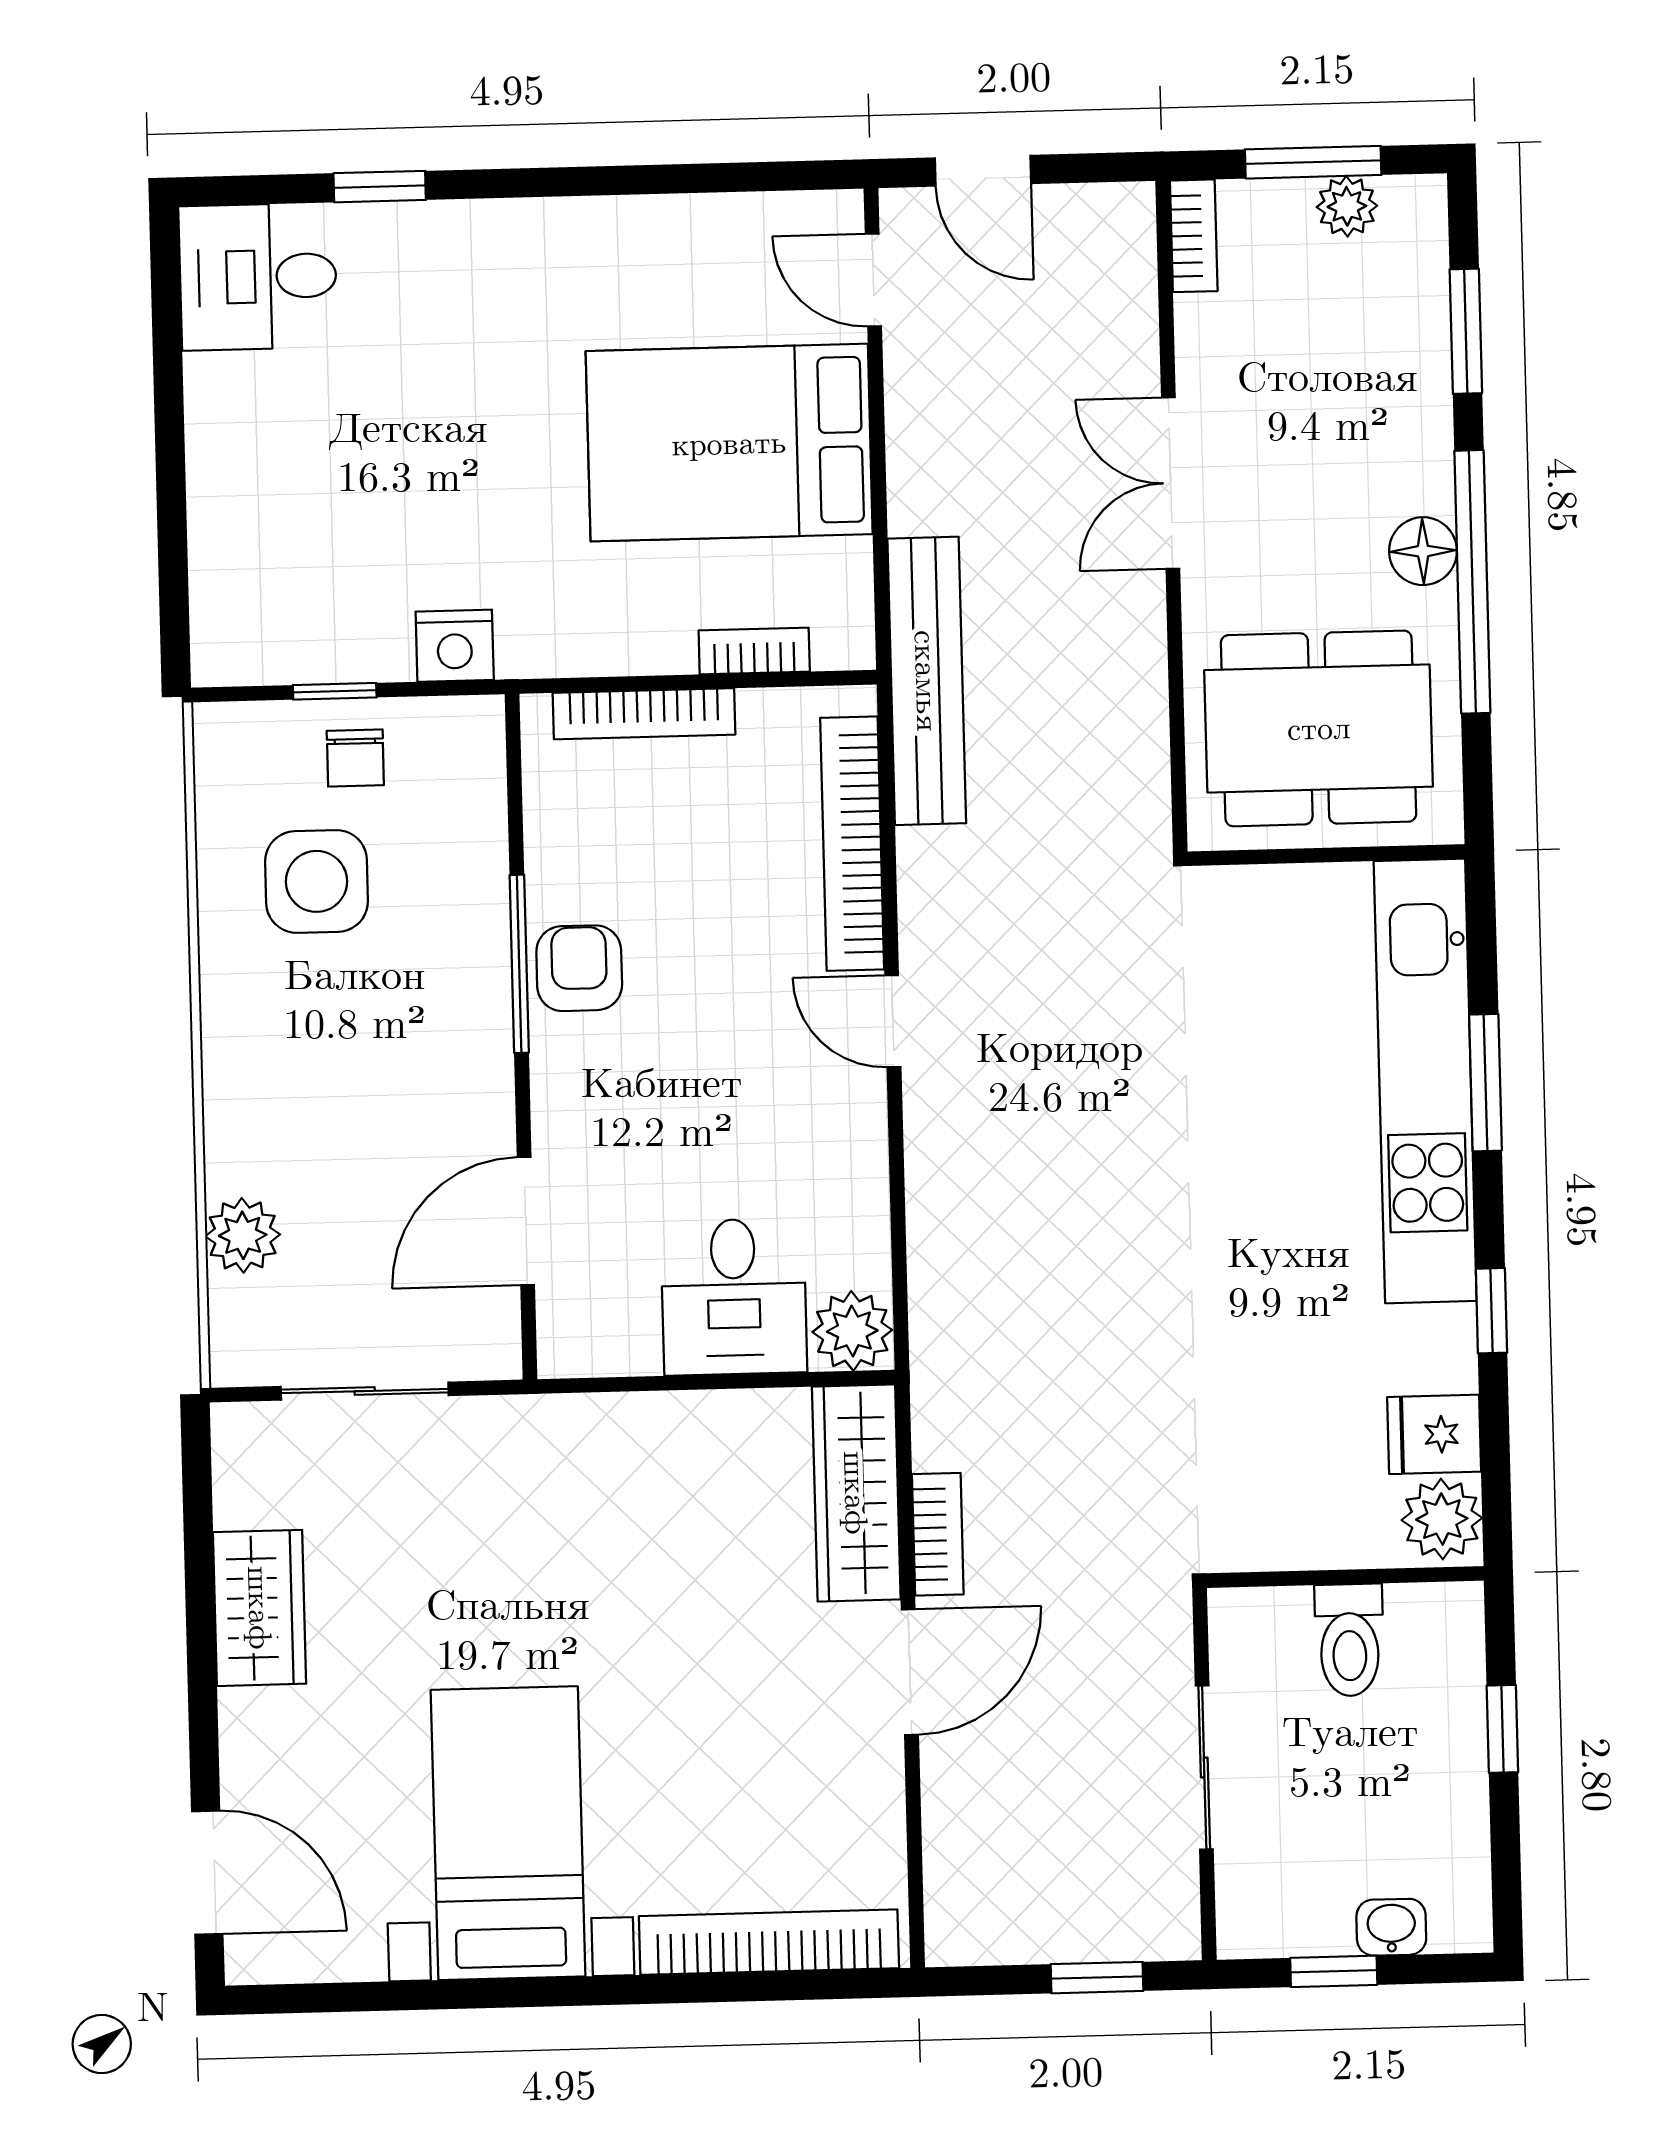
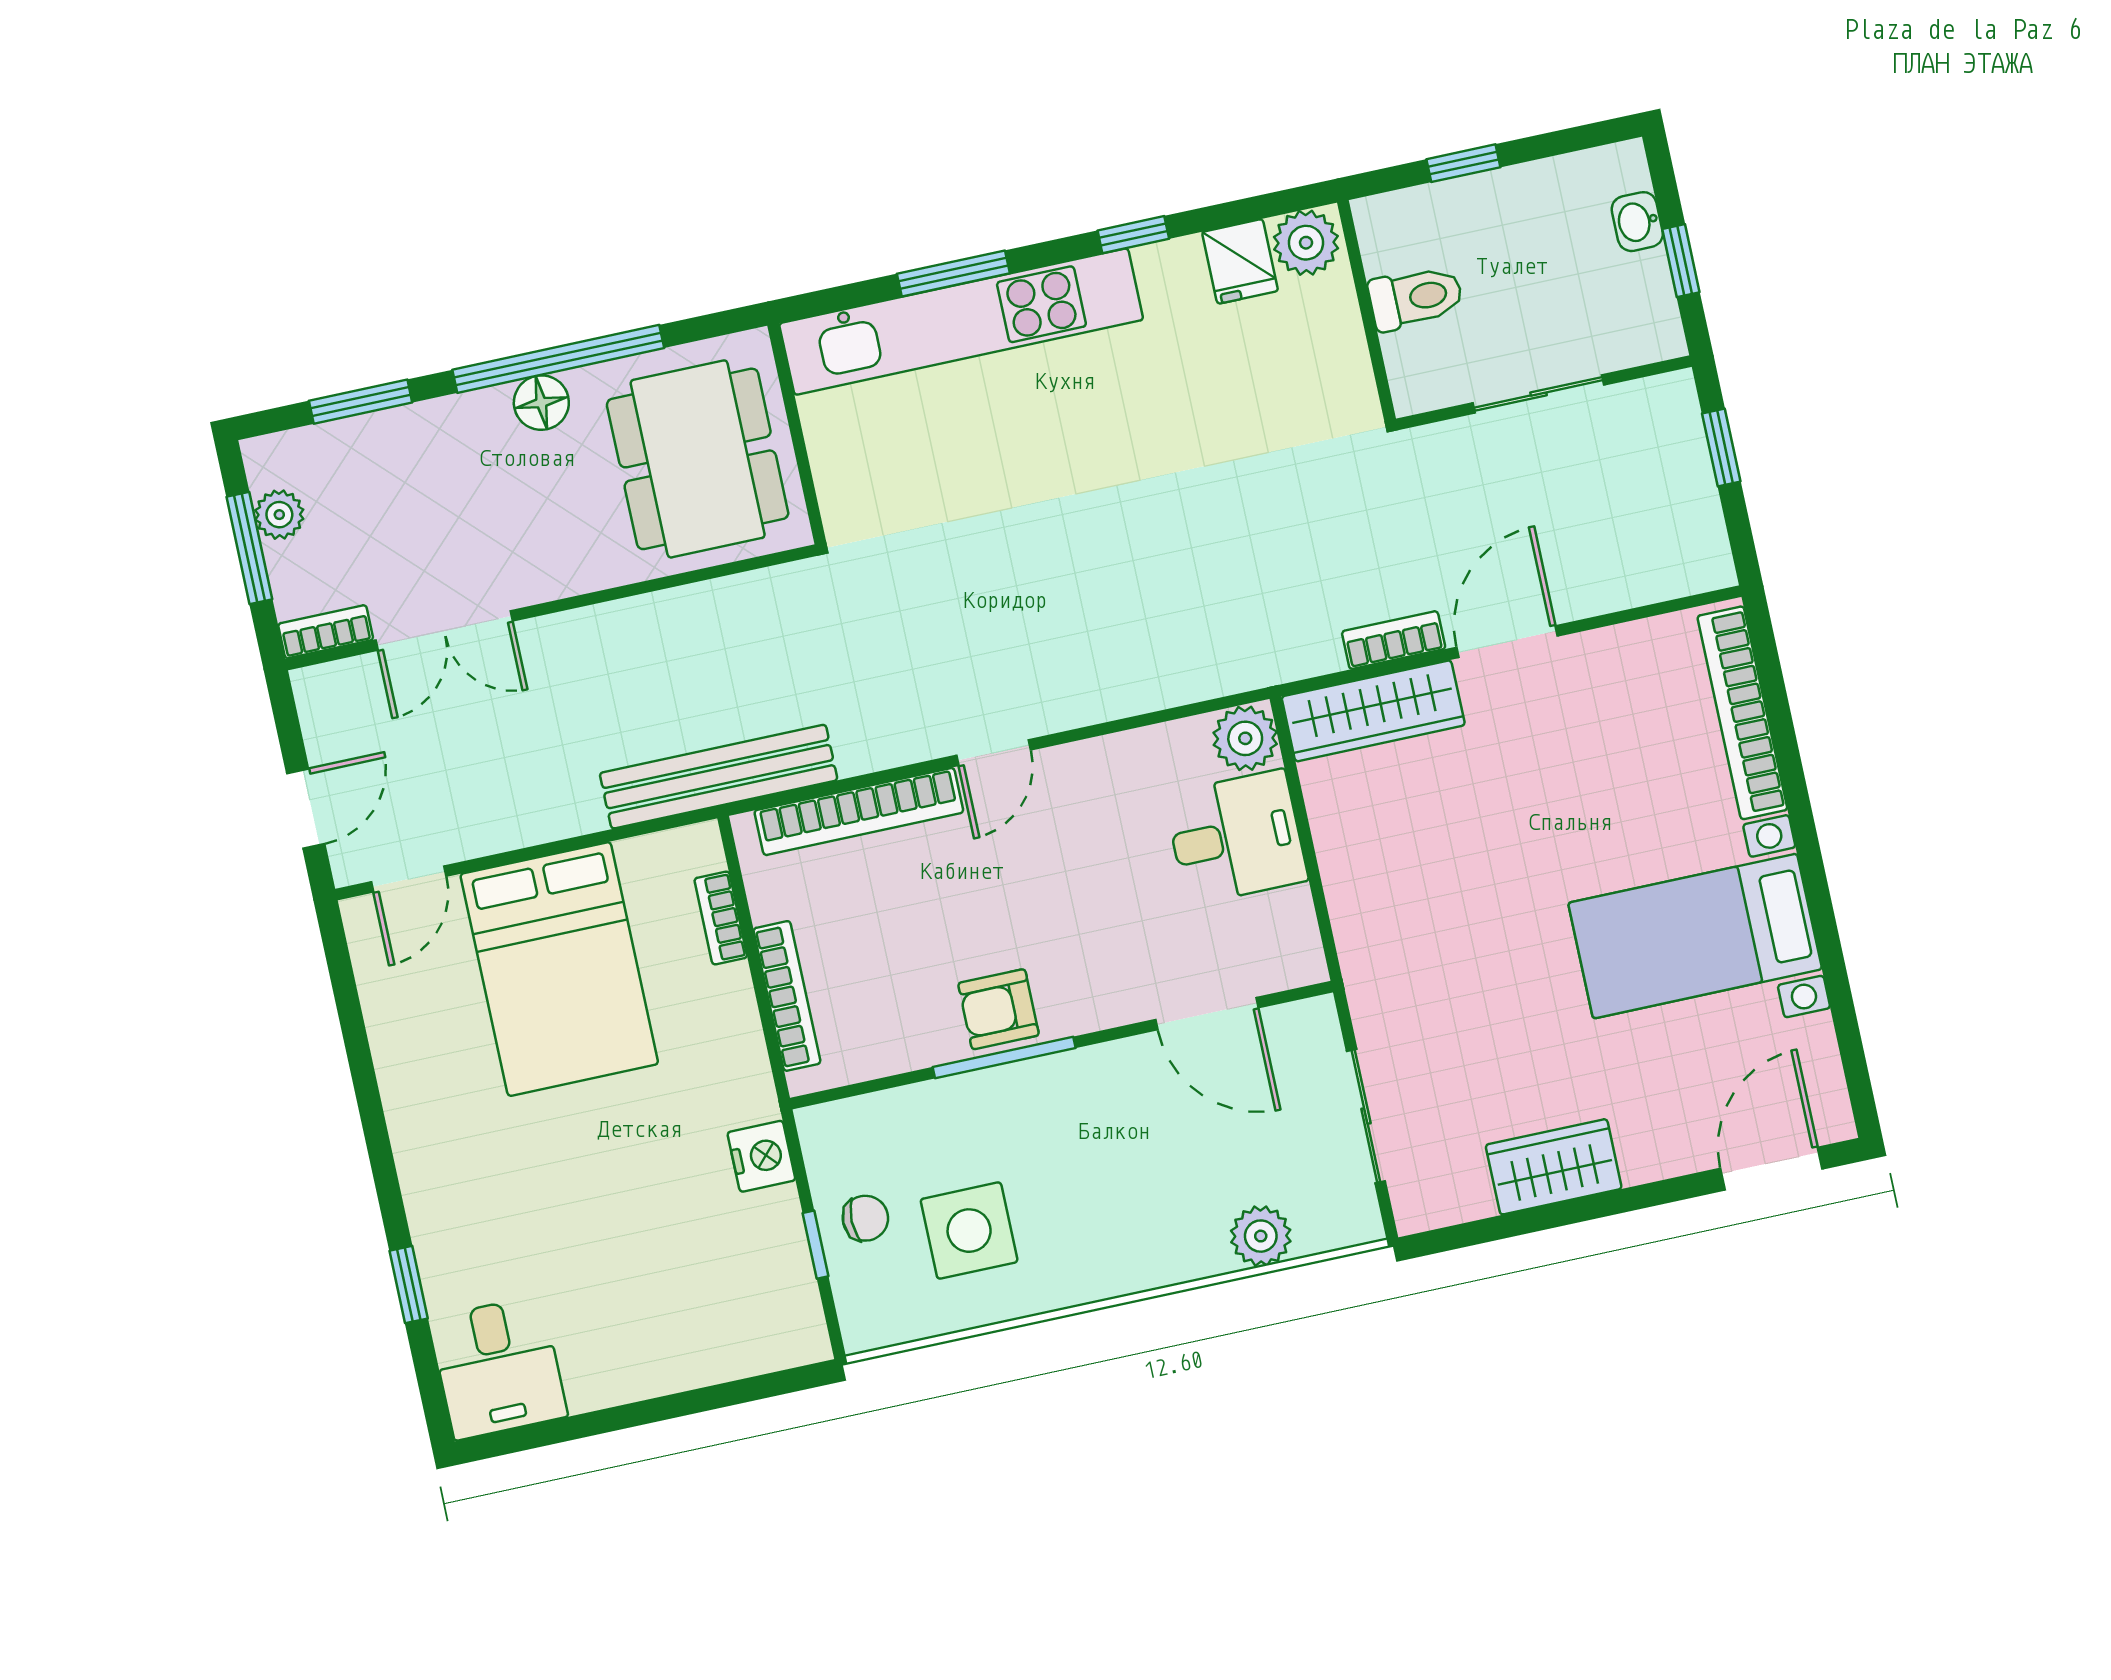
double door: (1171, 483) -> (444, 630), moved
door: (910, 1672) -> (1507, 642), hinge flipped

